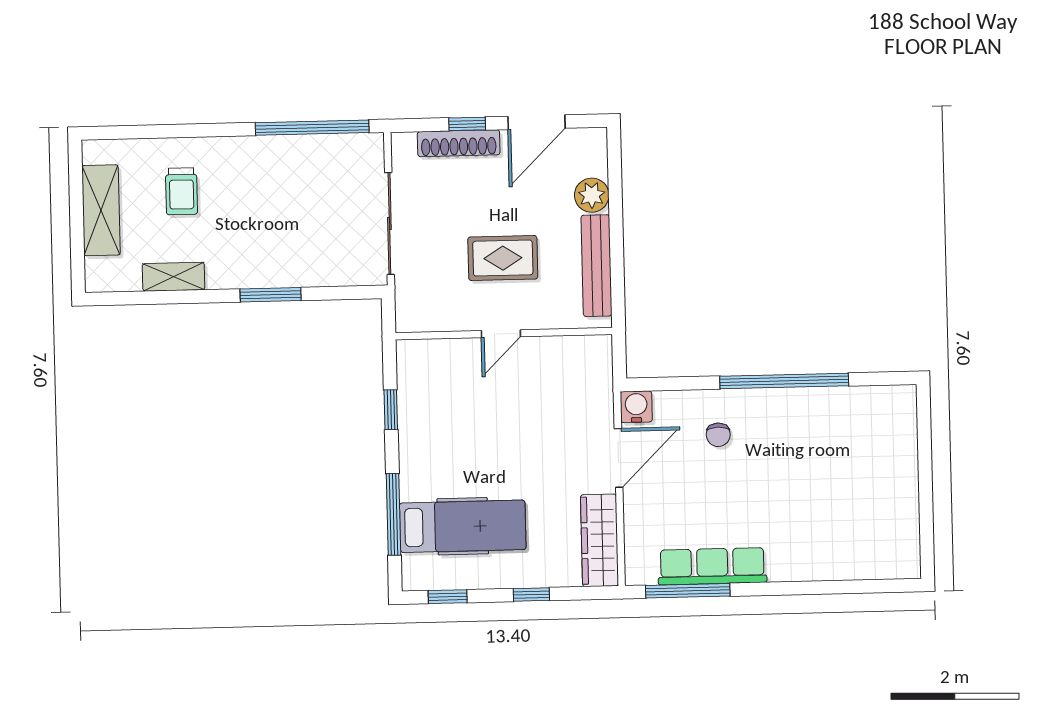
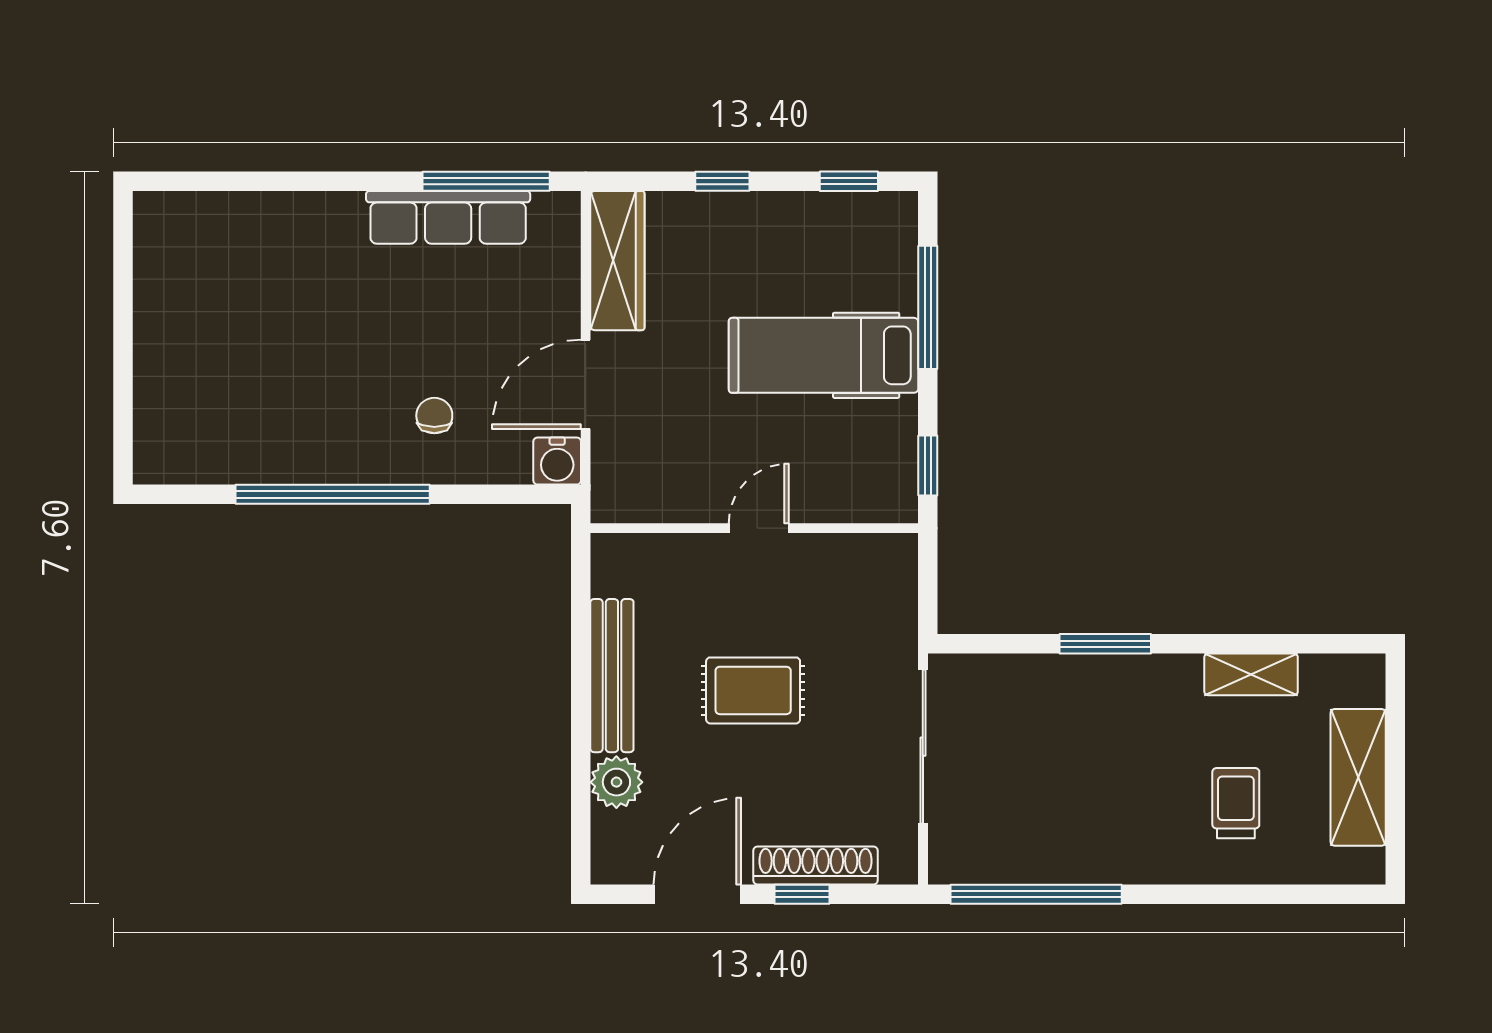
door: (501, 334) -> (759, 528), moved
wall: (504, 334) -> (754, 528), moved
hospital bed: (463, 526) -> (824, 355), moved

